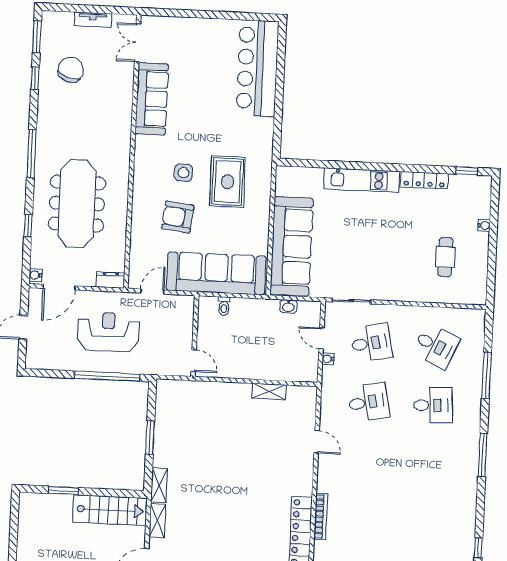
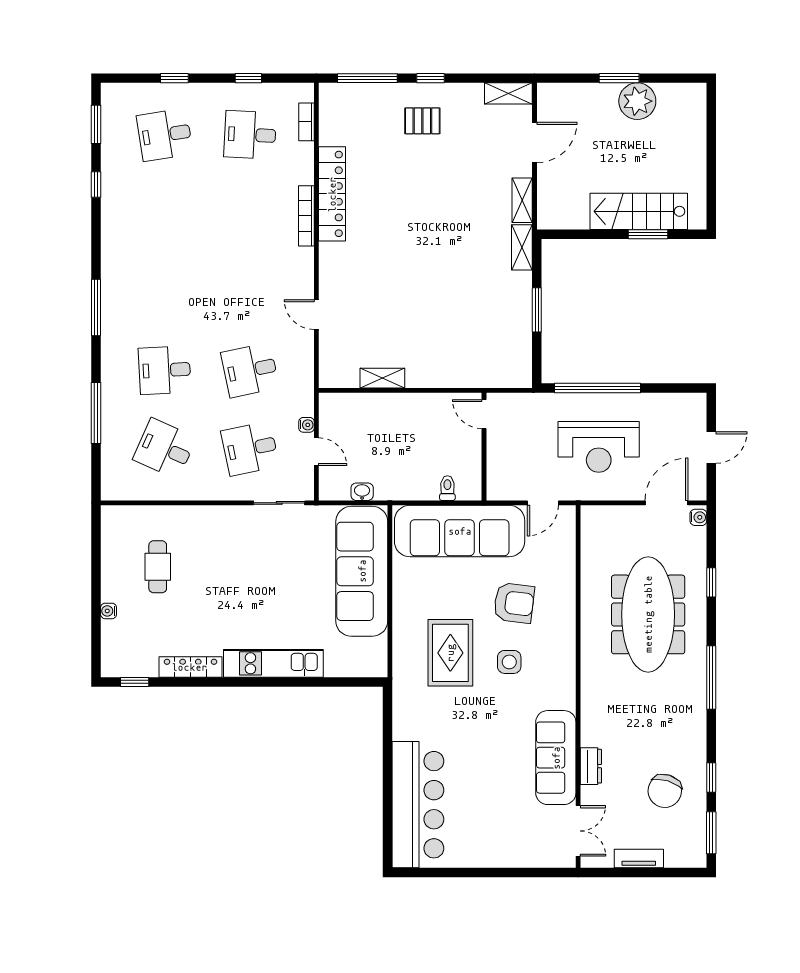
dresser: (110, 280) -> (591, 766), moved, turned -90
stairs: (110, 510) -> (639, 211), moved

